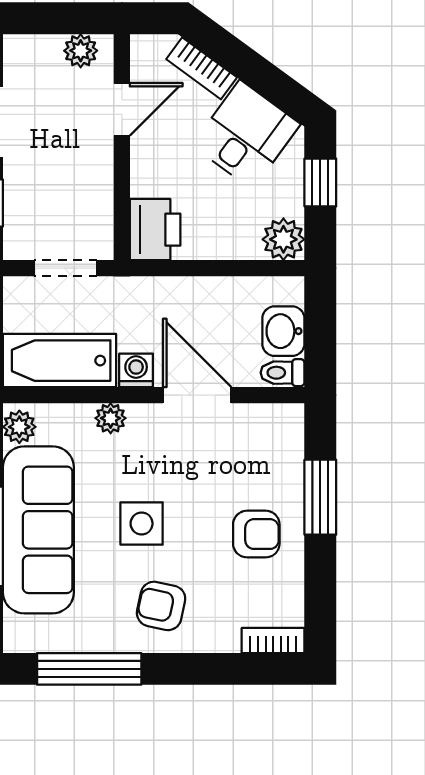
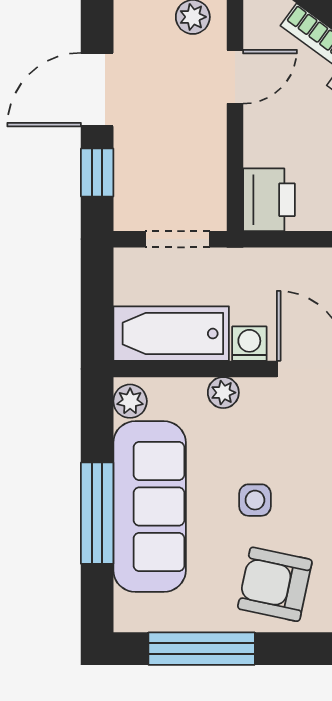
side table: (142, 524) -> (255, 500), width x0.73, depth x0.73
armchair: (161, 606) -> (275, 584), width x1.38, depth x1.38

